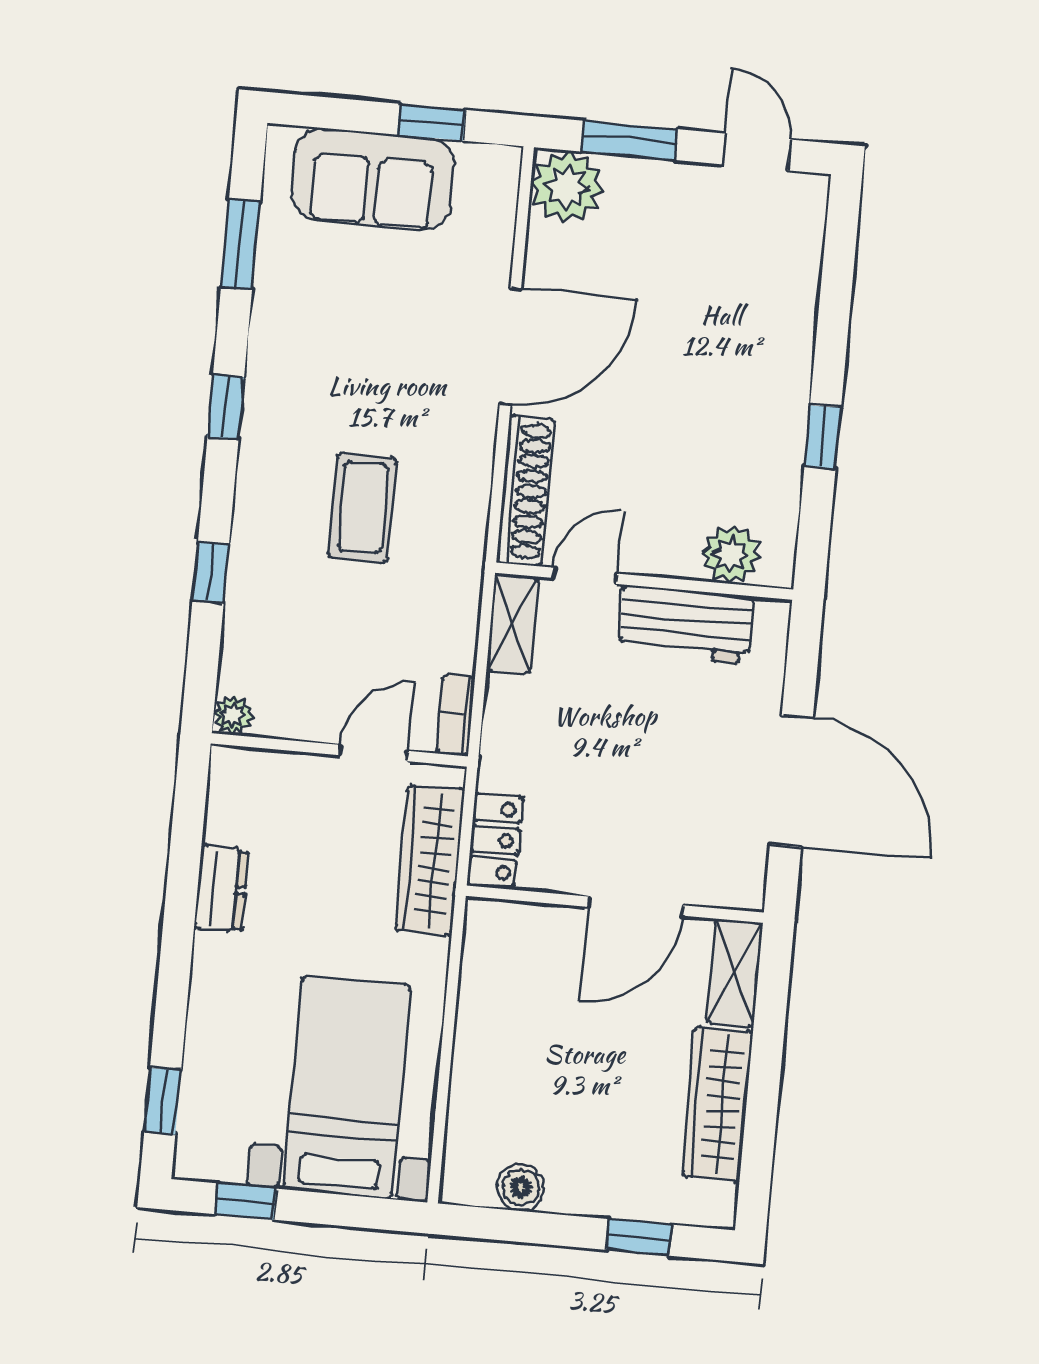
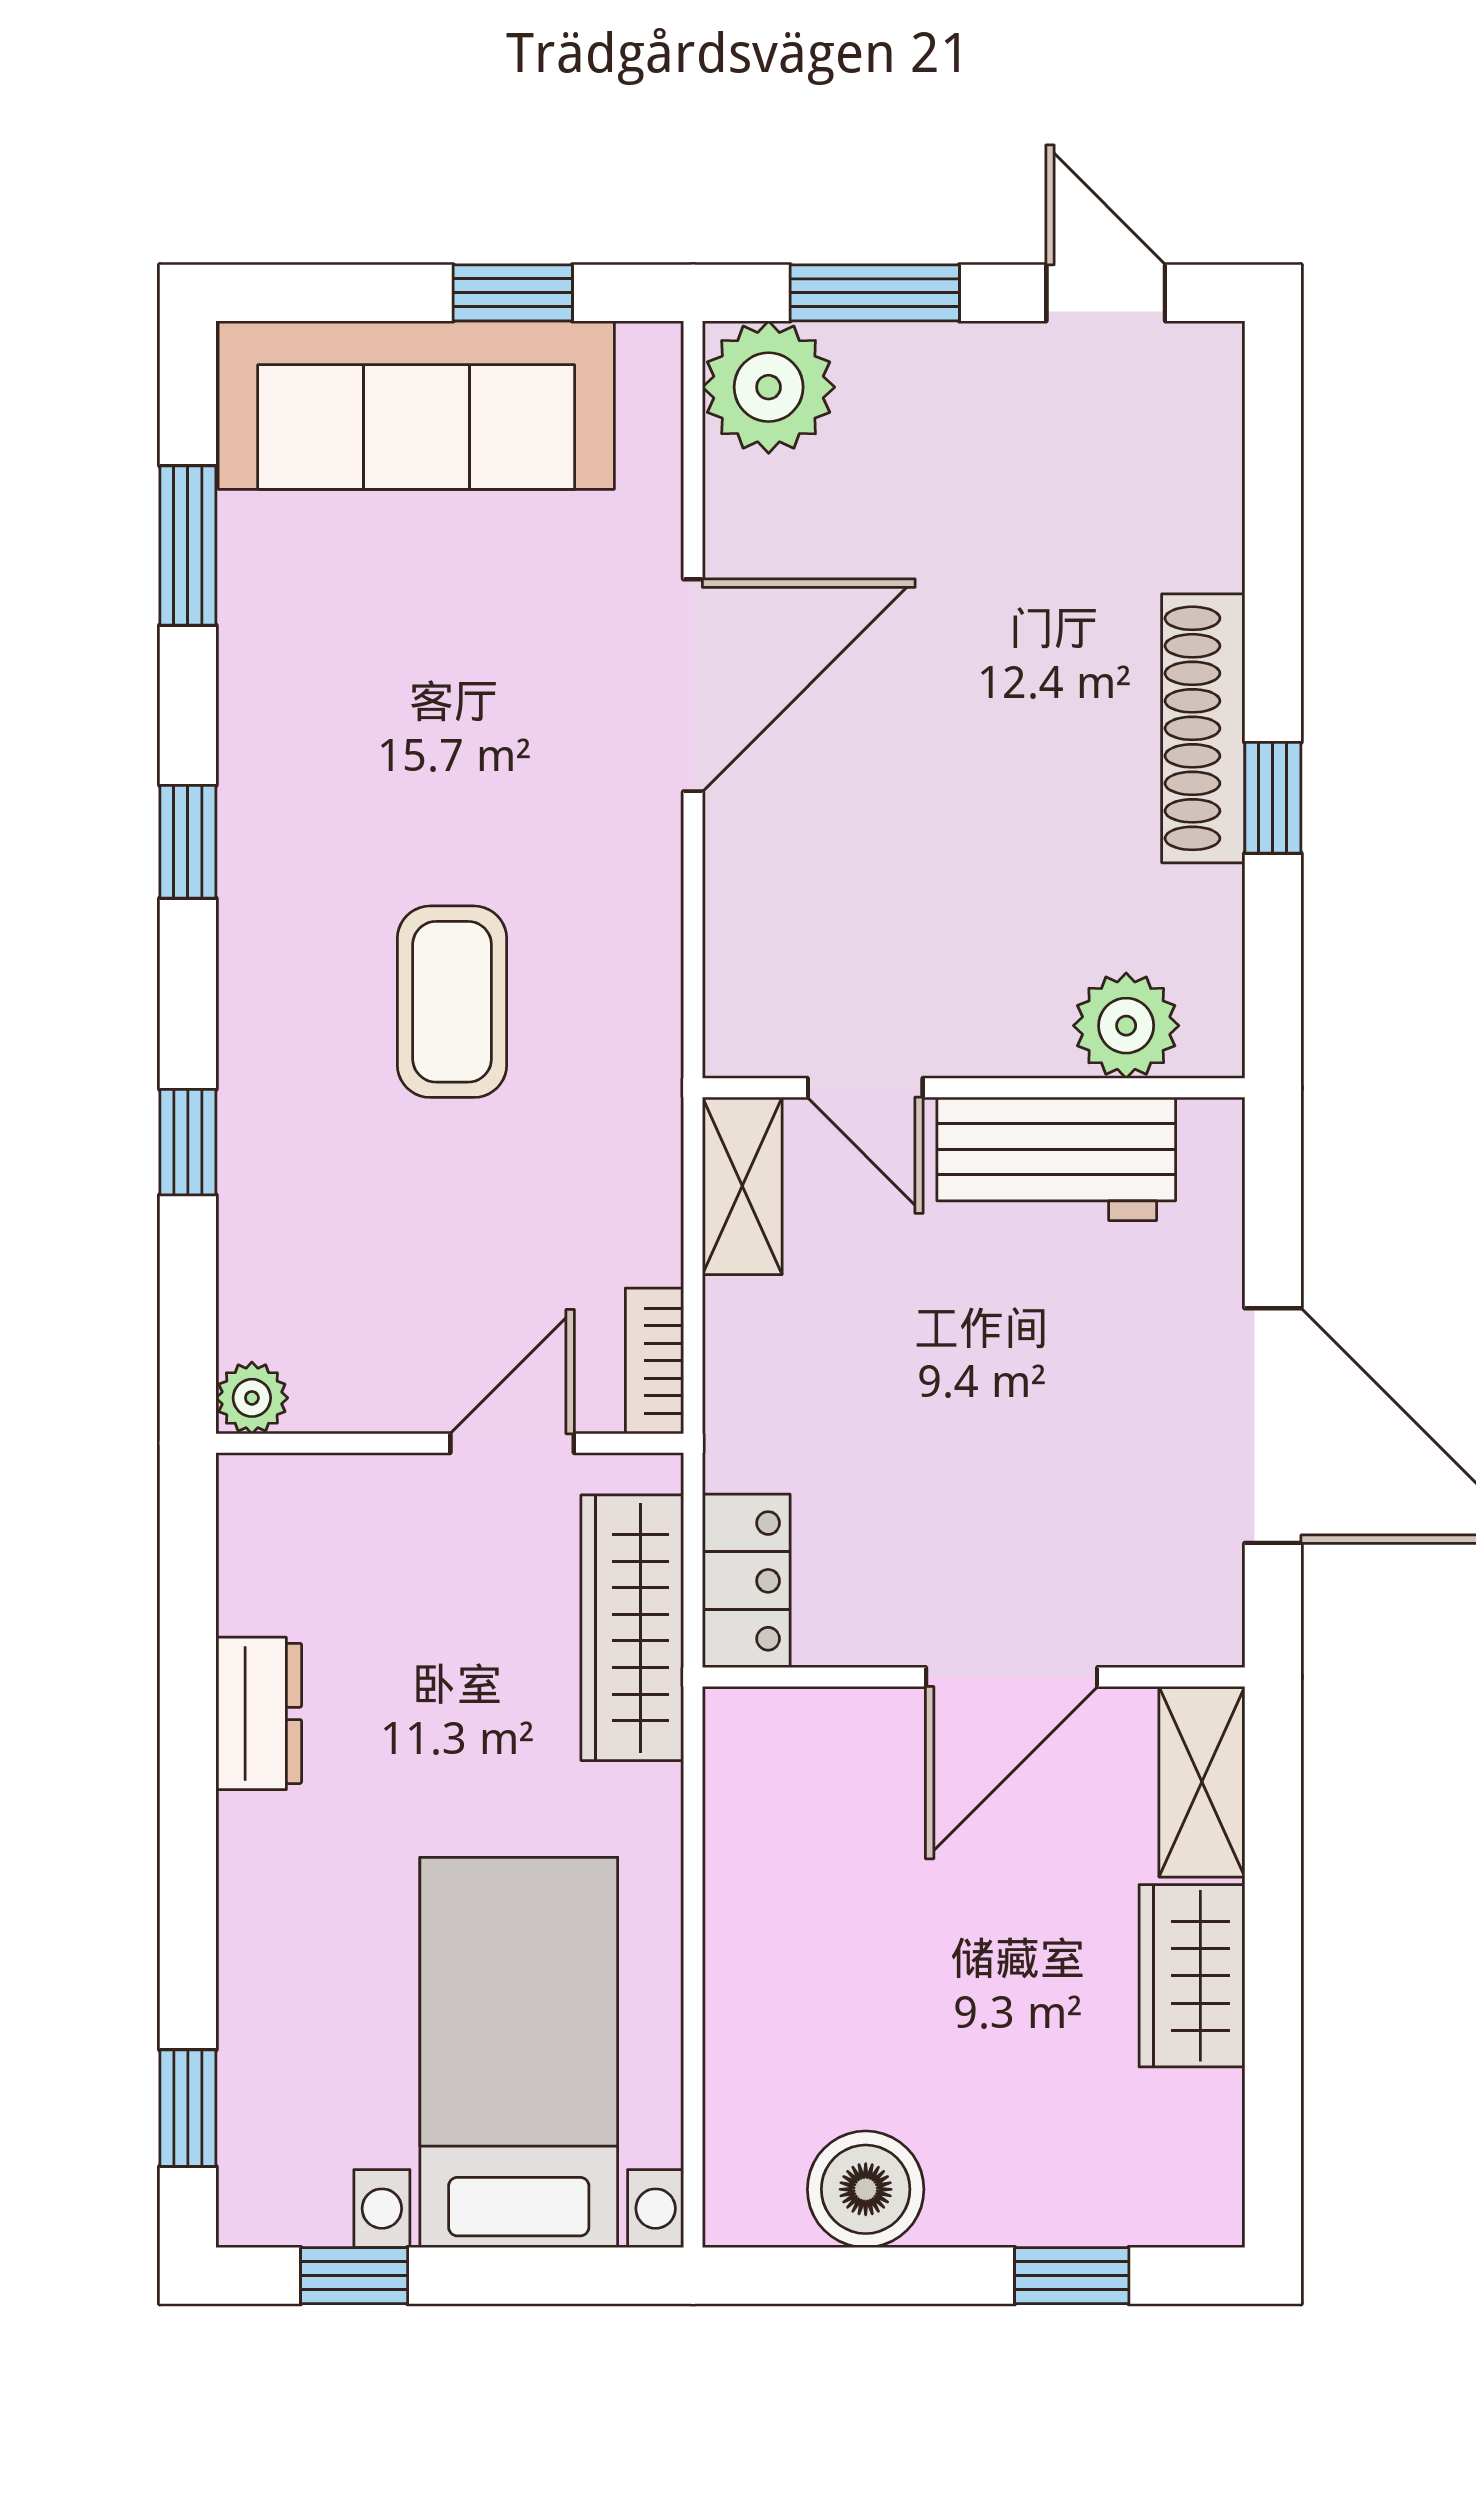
sofa: (373, 179) -> (416, 405), width x1.36
shoe rack: (525, 491) -> (1203, 728), moved, turned 180
door: (585, 576) -> (865, 1088), swing flipped
wardrobe: (717, 1104) -> (1192, 1976), width x0.67
boiler: (521, 1187) -> (866, 2189), width x1.36, depth x1.36

